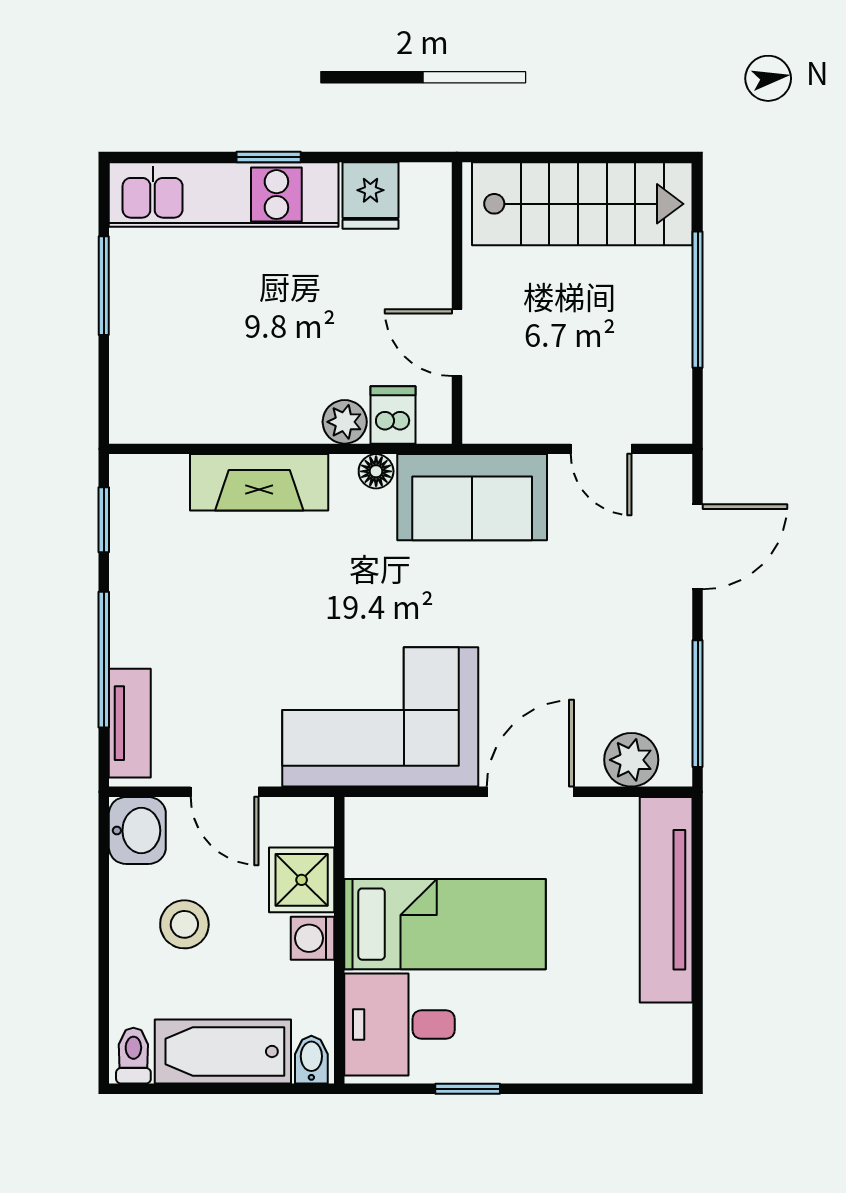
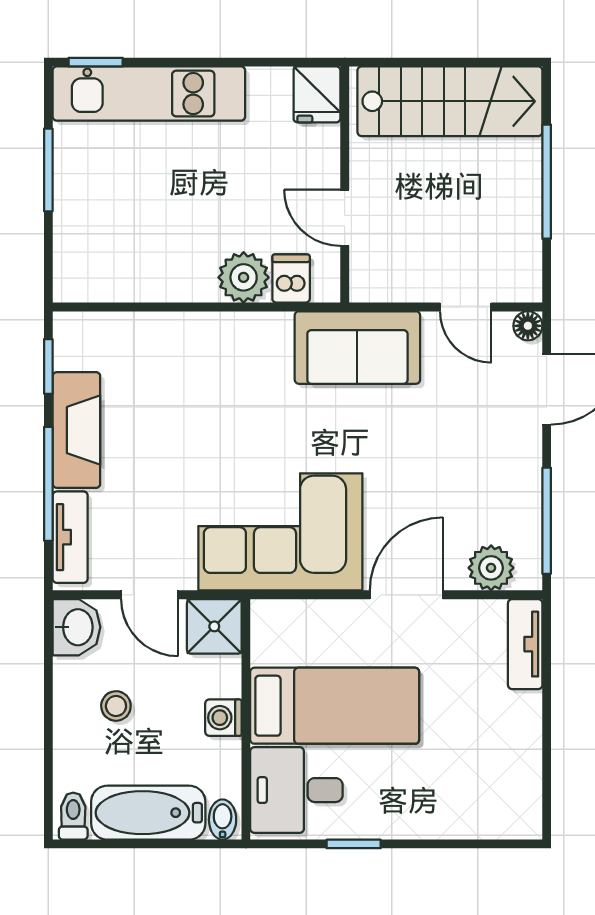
window: (269, 157) -> (96, 62), moved
fridge: (370, 196) -> (317, 94), moved
plant: (345, 422) -> (244, 277), width x1.38, depth x1.38
floor lamp: (376, 471) -> (528, 326), moved
fireplace: (259, 482) -> (76, 430), moved, turned -90
shower: (302, 880) -> (214, 626), moved
tv unit: (666, 900) -> (525, 644), width x0.52, depth x0.78
stool: (184, 924) -> (116, 706), width x0.73, depth x0.73

